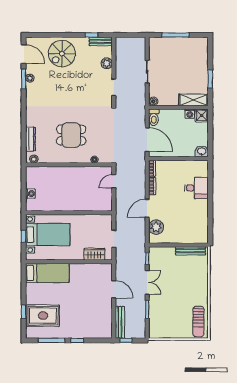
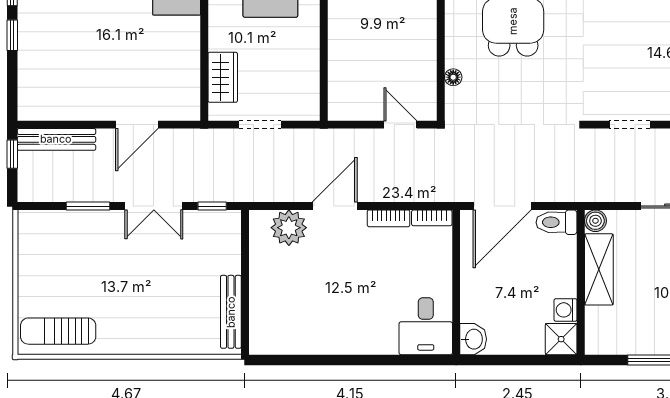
shelving: (194, 100) -> (599, 269), moved
desk: (196, 188) -> (426, 326), moved
door: (147, 208) -> (335, 206), hinge flipped

